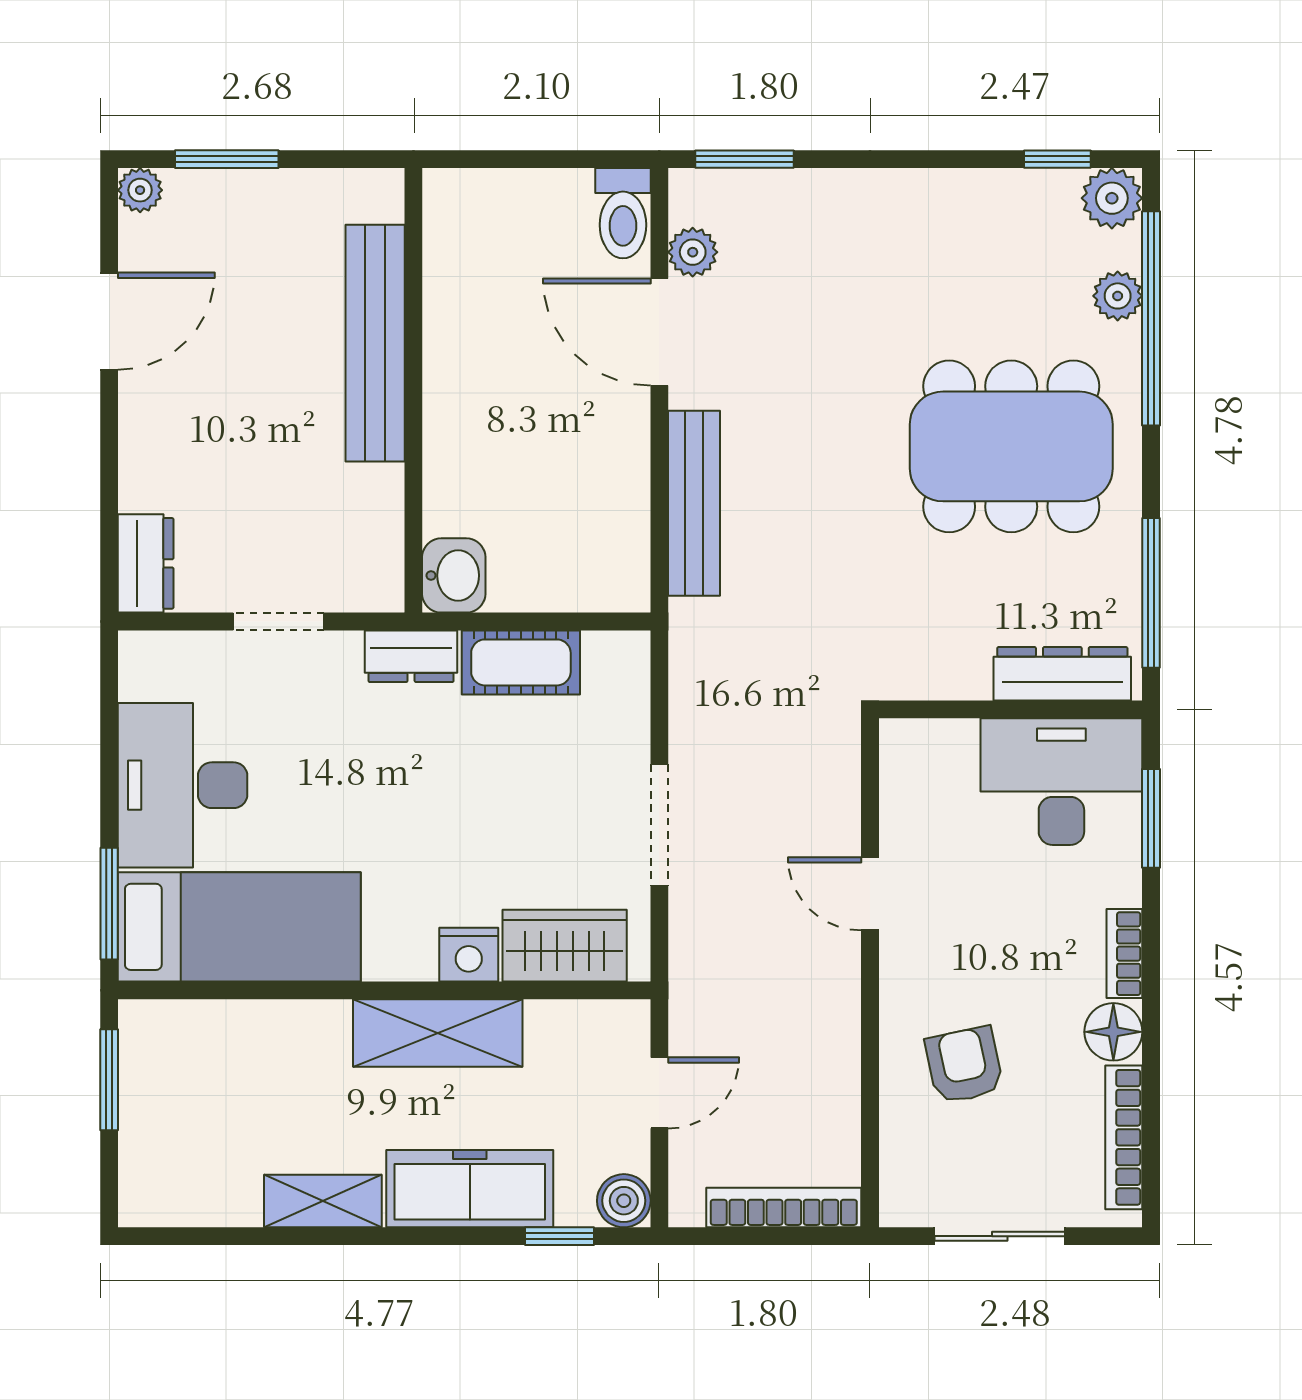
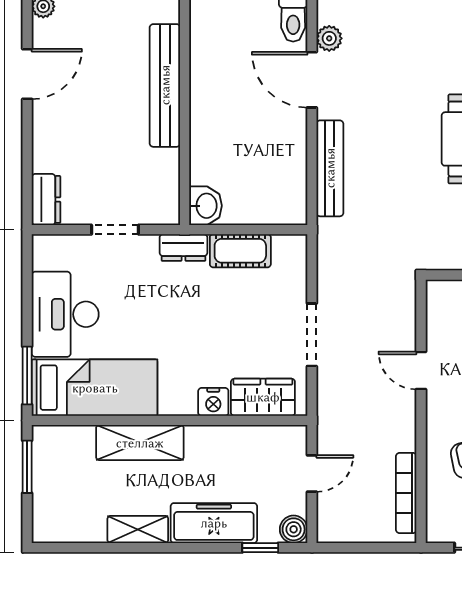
shelving: (438, 1033) -> (140, 443), moved
bookcase: (784, 1208) -> (406, 493), moved, turned -90

